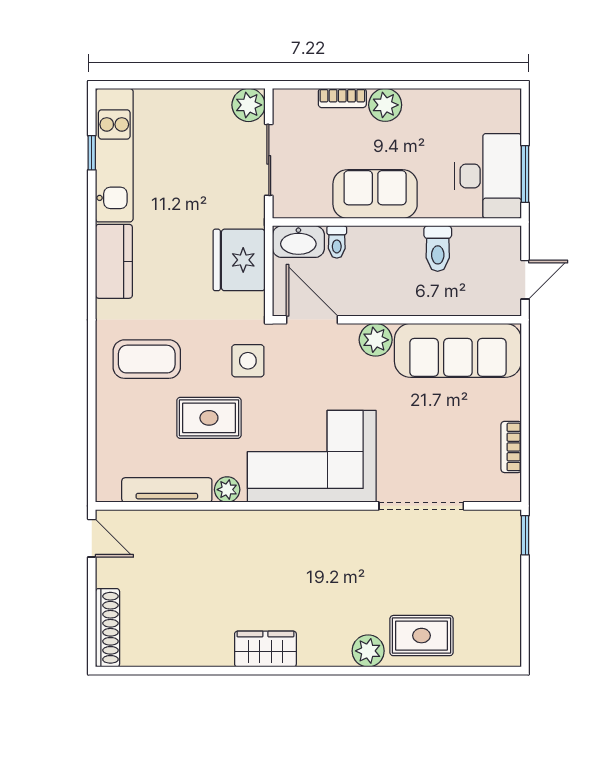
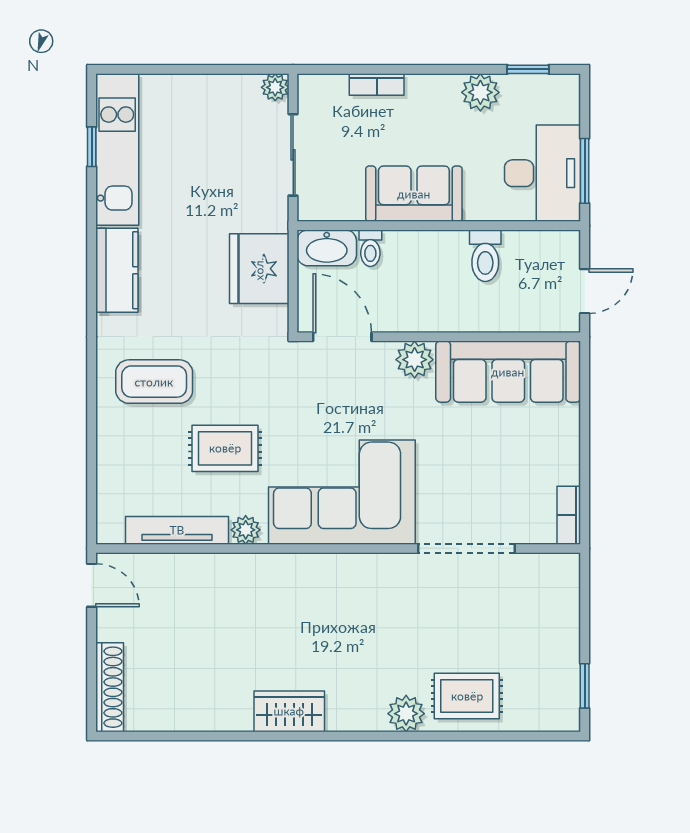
window: (475, 85) -> (528, 69), added
plant: (249, 105) -> (275, 87), width x0.73, depth x0.73
plant: (385, 105) -> (480, 92), moved
side table: (248, 361) -> (269, 383), removed
bookcase: (511, 447) -> (569, 515), moved
window: (525, 535) -> (585, 686), moved

